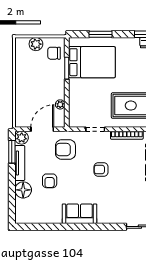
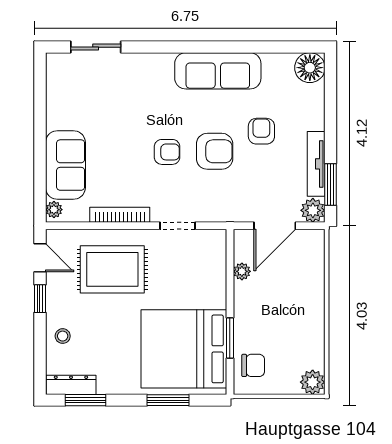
plant: (36, 44) -> (313, 382), moved
bed: (92, 62) -> (184, 349), width x1.36
armchair: (65, 150) -> (215, 151), moved
floor lamp: (23, 190) -> (310, 68), moved
sofa: (80, 214) -> (218, 71), width x1.36

